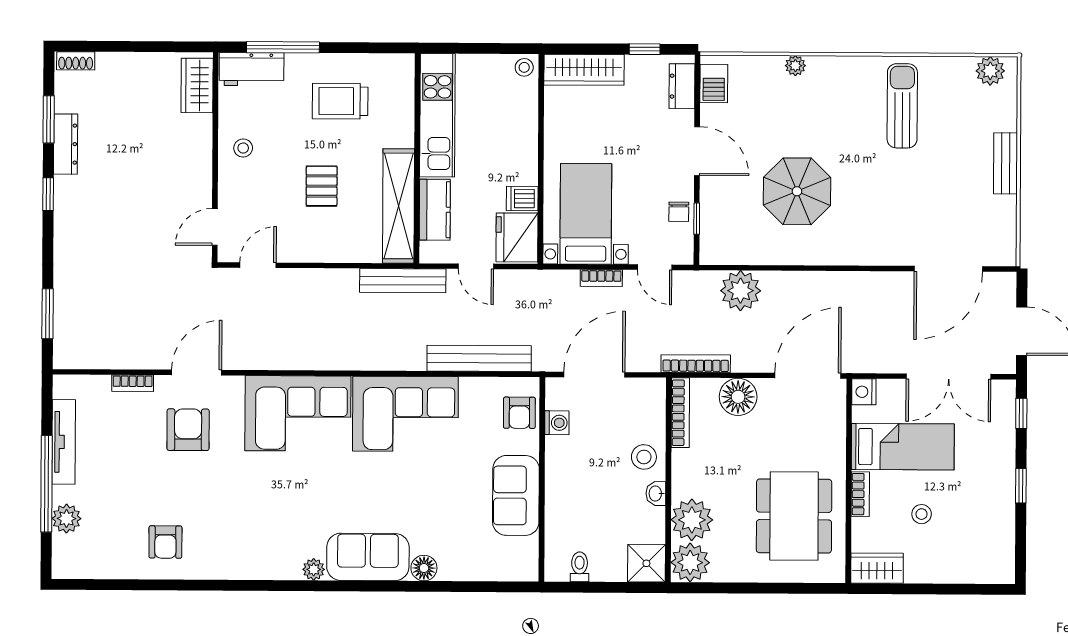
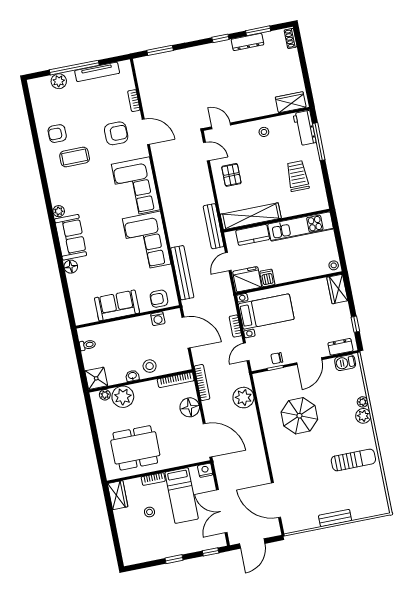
wardrobe: (584, 70) -> (337, 289), width x0.67
plant: (990, 71) -> (363, 416), moved
pallet: (322, 186) -> (231, 175), moved, turned 90
coffee table: (217, 518) -> (75, 157), added
plant: (690, 562) -> (105, 395), width x0.53, depth x0.53

